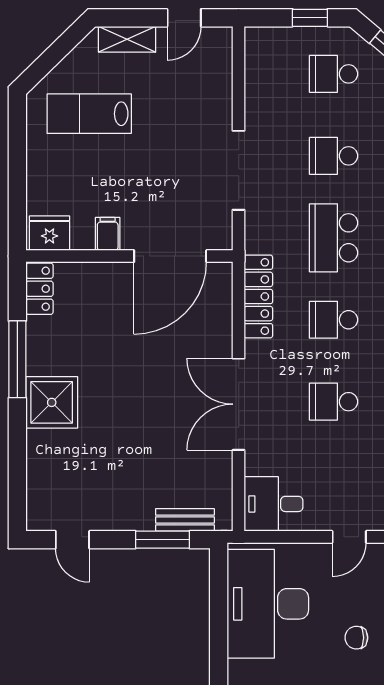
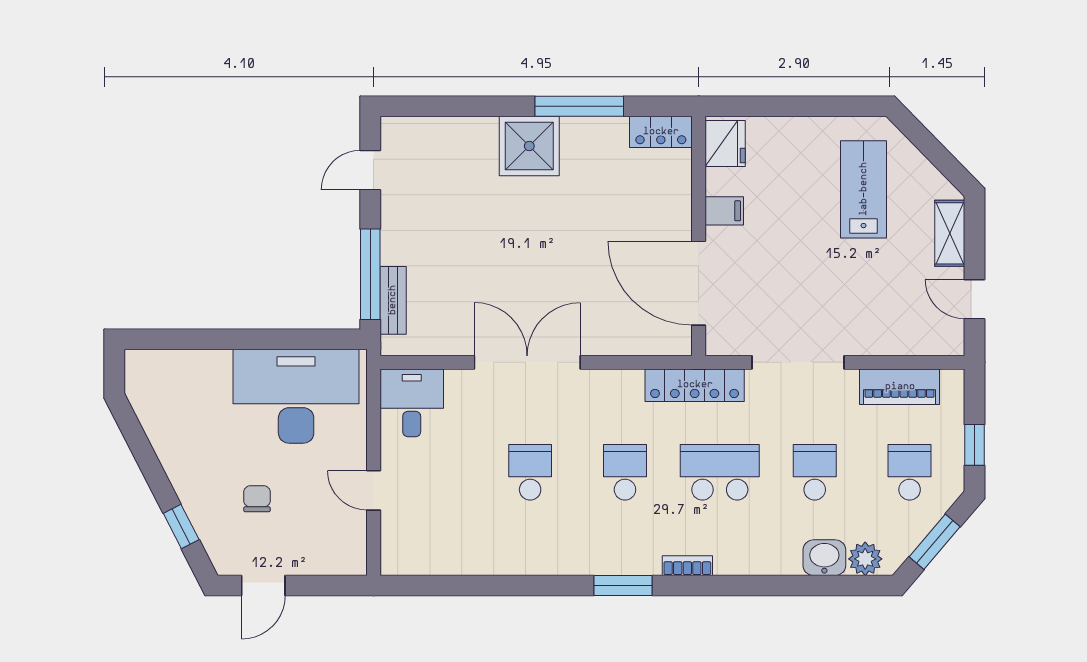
piano: (260, 83) -> (900, 387), added
locker: (258, 296) -> (695, 385), moved
window: (162, 540) -> (370, 274), width x1.44

